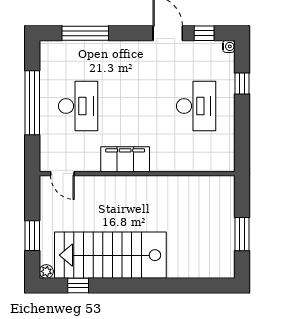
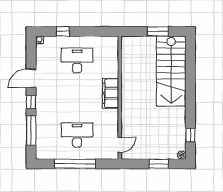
window: (204, 33) -> (31, 102), moved
filing cabinet: (125, 159) -> (111, 93), moved
stairs: (110, 255) -> (171, 71), moved

